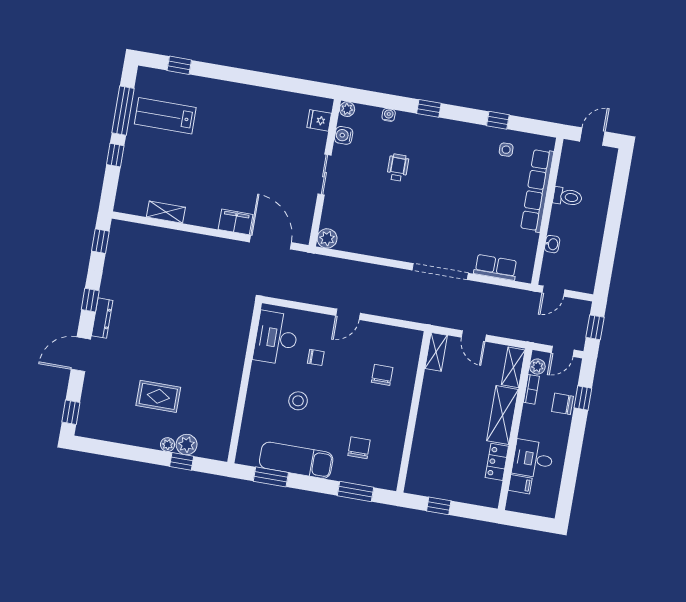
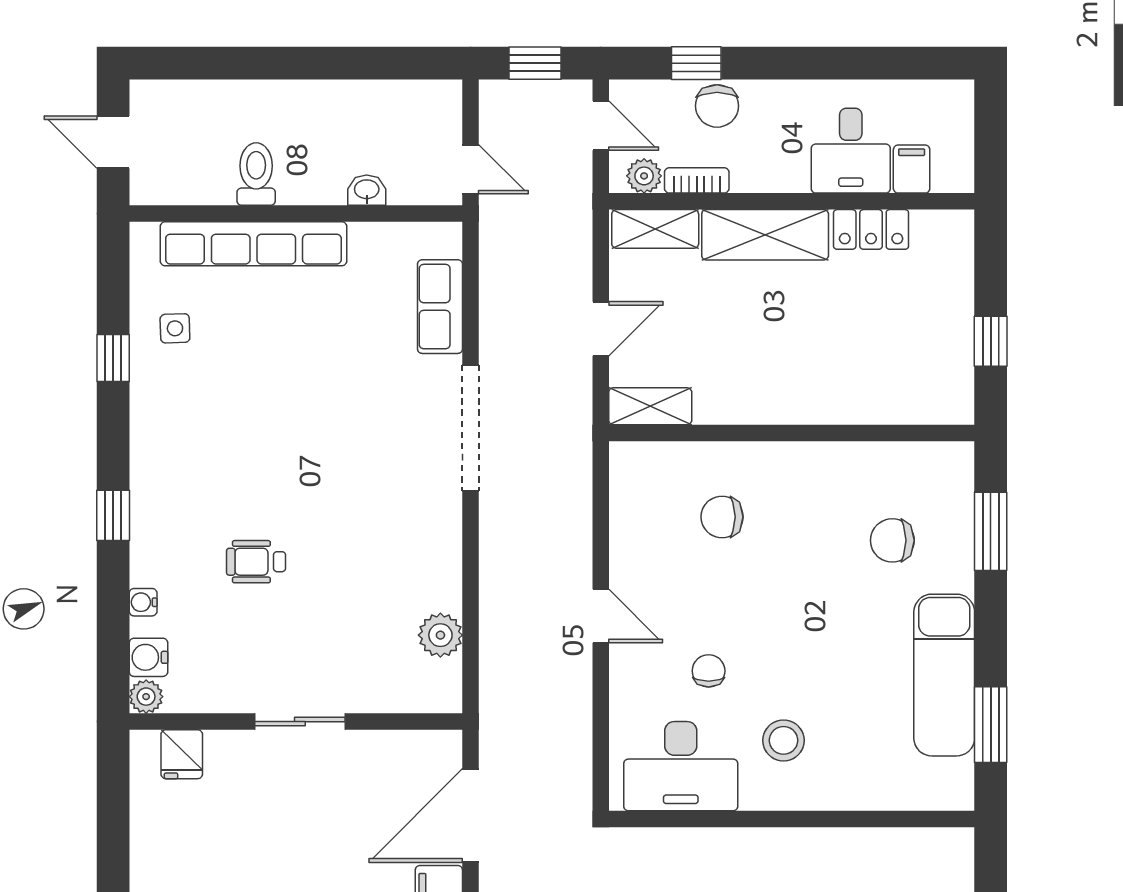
water cooler: (344, 135) -> (148, 657), moved, turned 90
plant: (327, 238) -> (440, 635), moved
stool: (298, 401) -> (784, 740), moved

